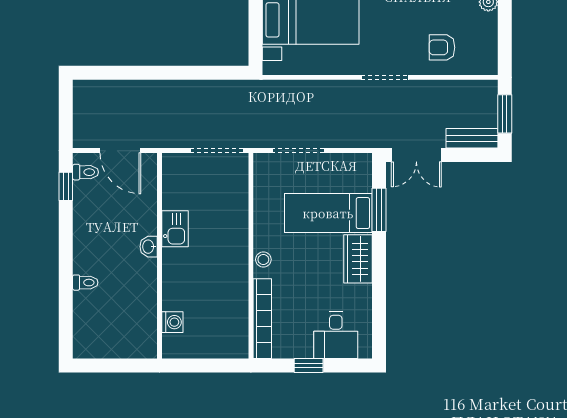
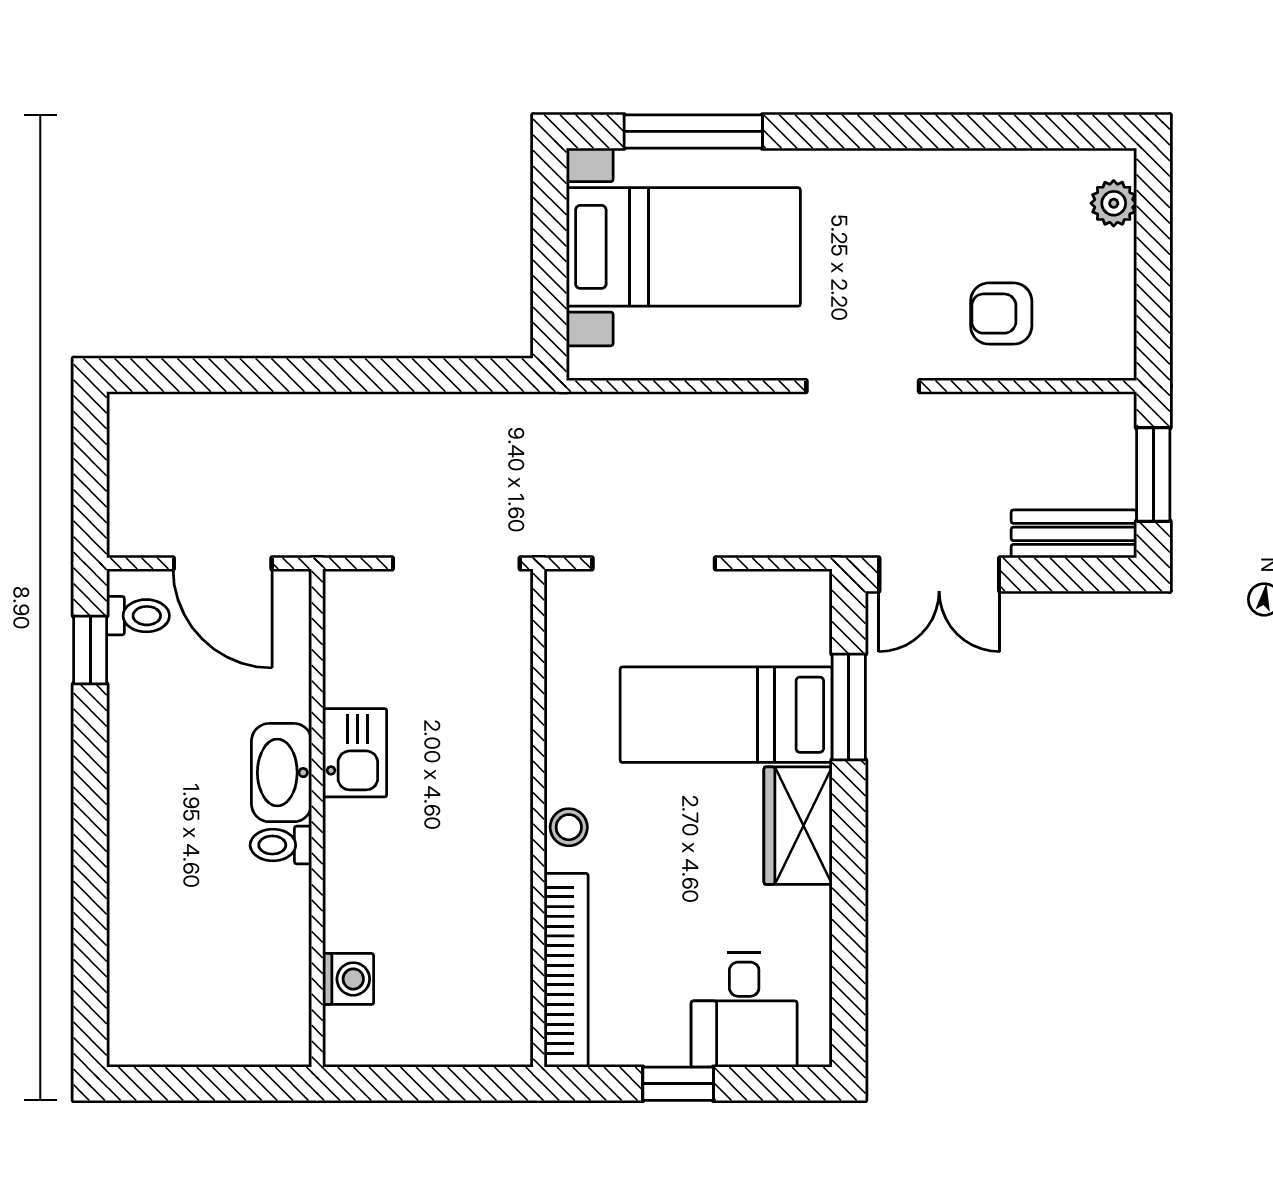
washbasin: (149, 247) -> (282, 773), width x1.91, depth x1.45
toilet: (85, 283) -> (281, 845), moved, turned 180

